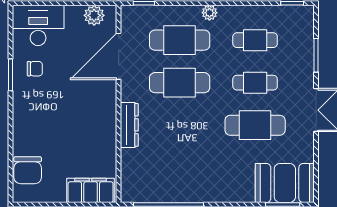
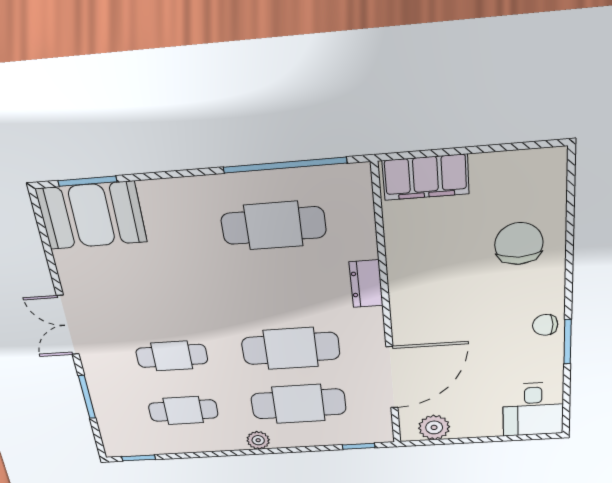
desk: (38, 25) -> (533, 409), width x0.73
chair: (35, 69) -> (545, 325), moved
dresser: (129, 125) -> (366, 284), width x0.70
cafe table: (255, 125) -> (273, 226), moved
chair: (28, 170) -> (519, 244), moved

